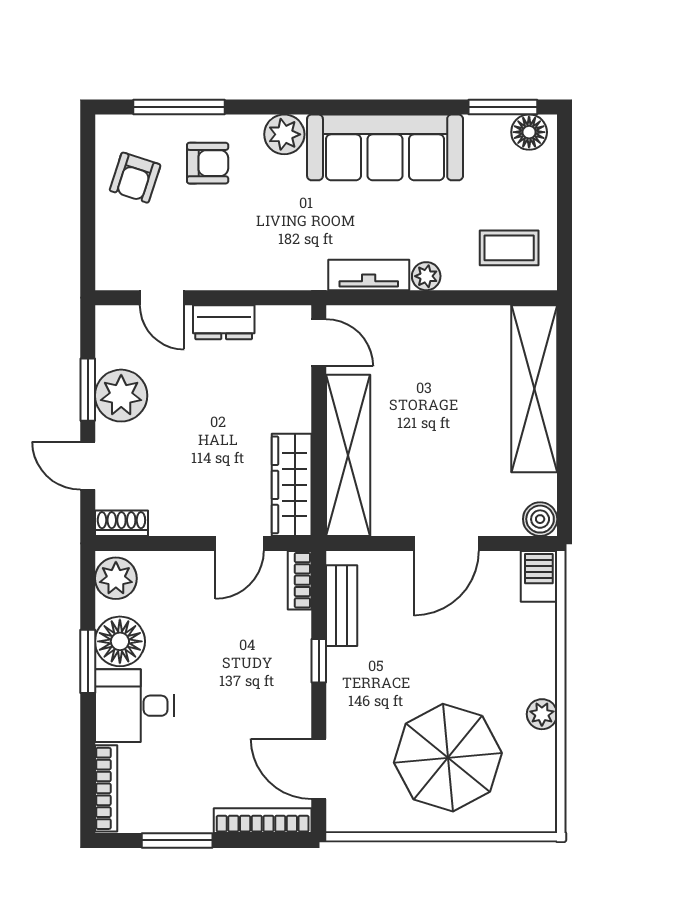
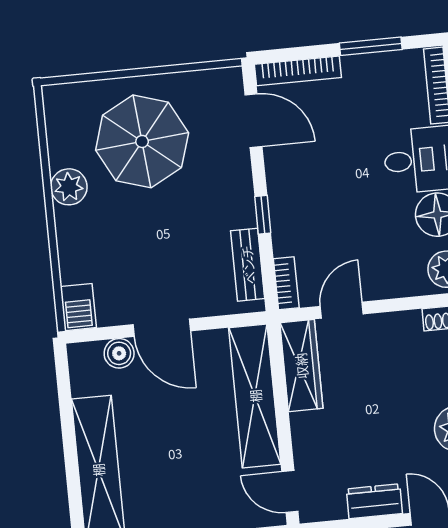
boiler: (540, 519) -> (119, 353), moved
door: (446, 543) -> (162, 328), swing flipped
plant: (542, 714) -> (69, 187), width x1.38, depth x1.38

